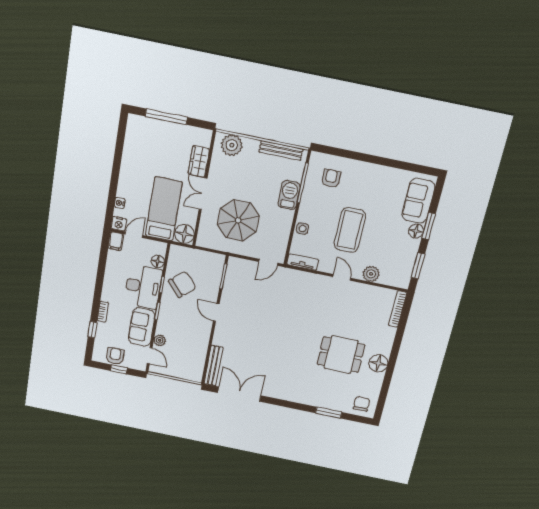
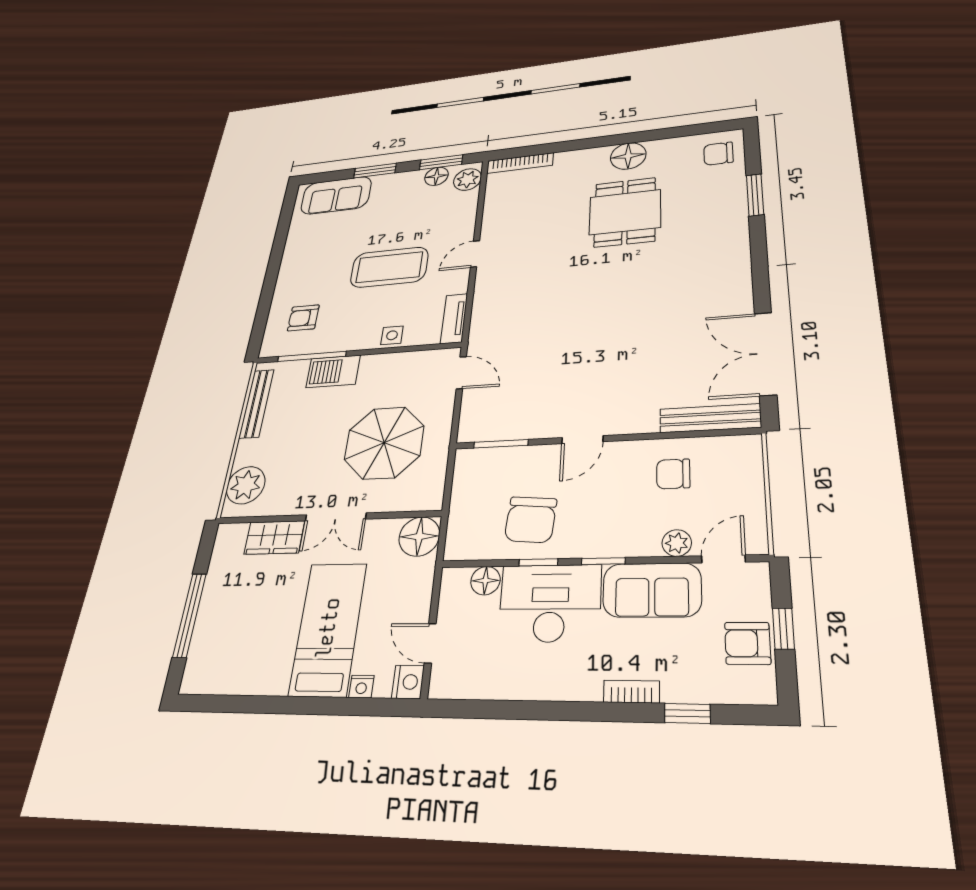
bed: (164, 209) -> (328, 628), moved, turned 90
floor lamp: (416, 231) -> (436, 176), moved
filing cabinet: (116, 241) -> (449, 683), removed
plant: (371, 274) -> (467, 180), moved
chair: (182, 284) -> (531, 520), turned -133
chair: (191, 346) -> (673, 474), added

